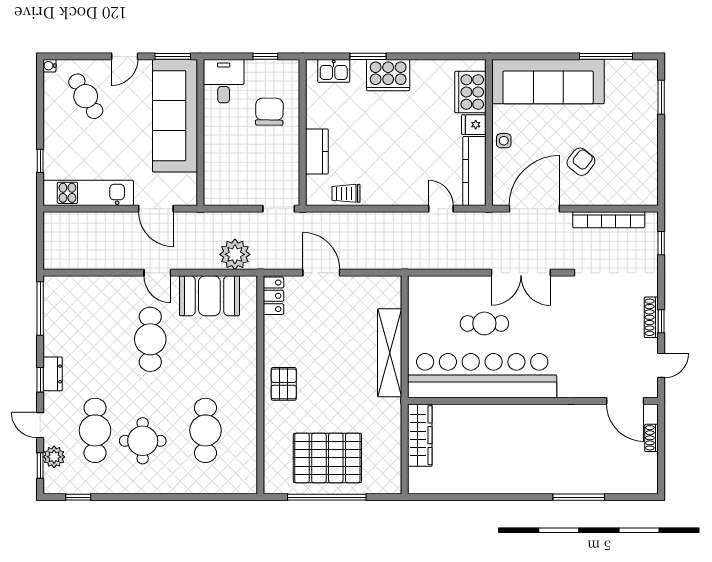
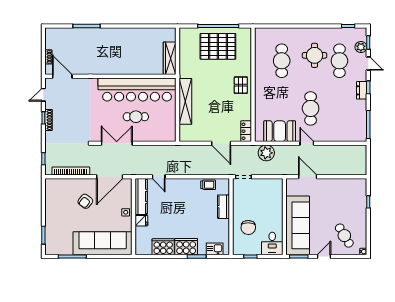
cooker: (470, 92) -> (163, 247), moved, turned -90
kitchen unit: (88, 193) -> (343, 185), removed

